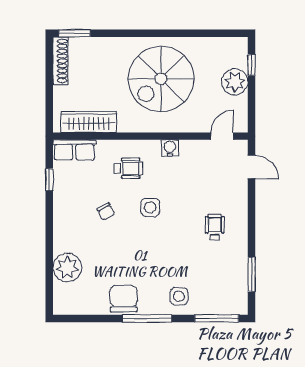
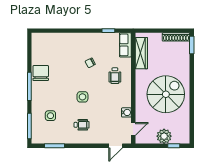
spiral stairs: (161, 79) -> (166, 94), turned 90
door: (222, 136) -> (133, 129), hinge flipped
water cooler: (170, 148) -> (126, 112), moved
side table: (150, 207) -> (82, 97), moved
plant: (67, 268) -> (58, 41), removed
side table: (179, 296) -> (50, 116), moved
chair: (124, 299) -> (41, 73), turned -90

